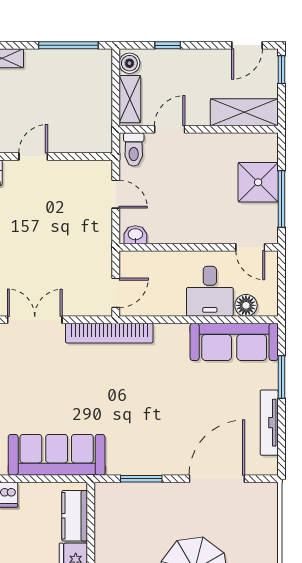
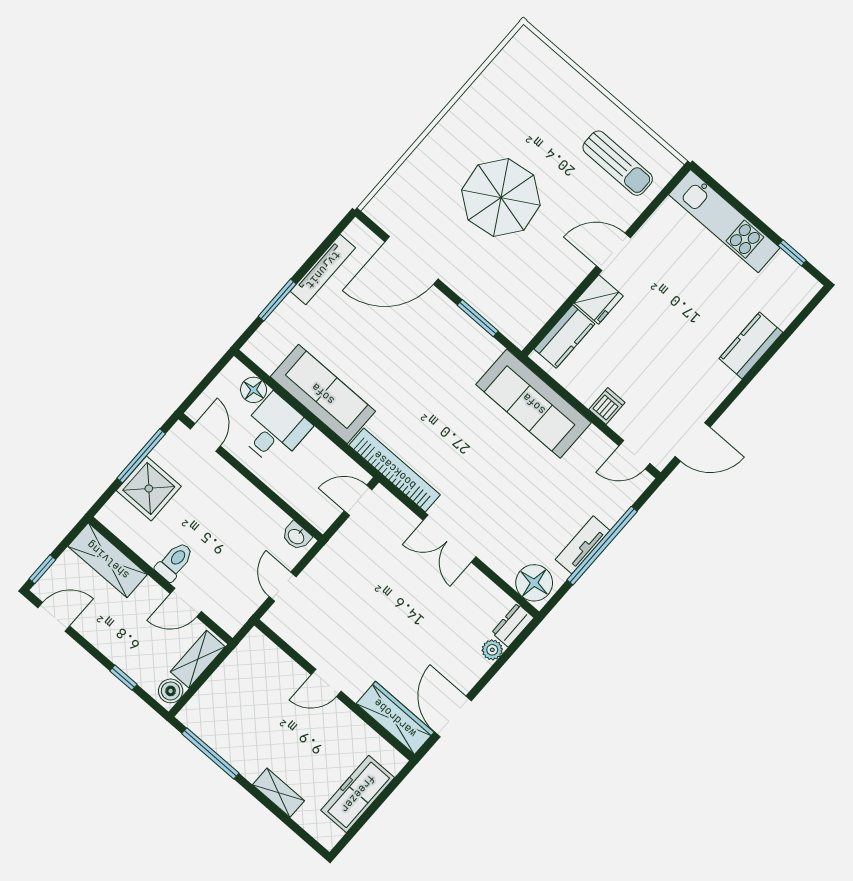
toilet: (134, 149) -> (174, 562), moved
sofa: (234, 342) -> (323, 394), moved

